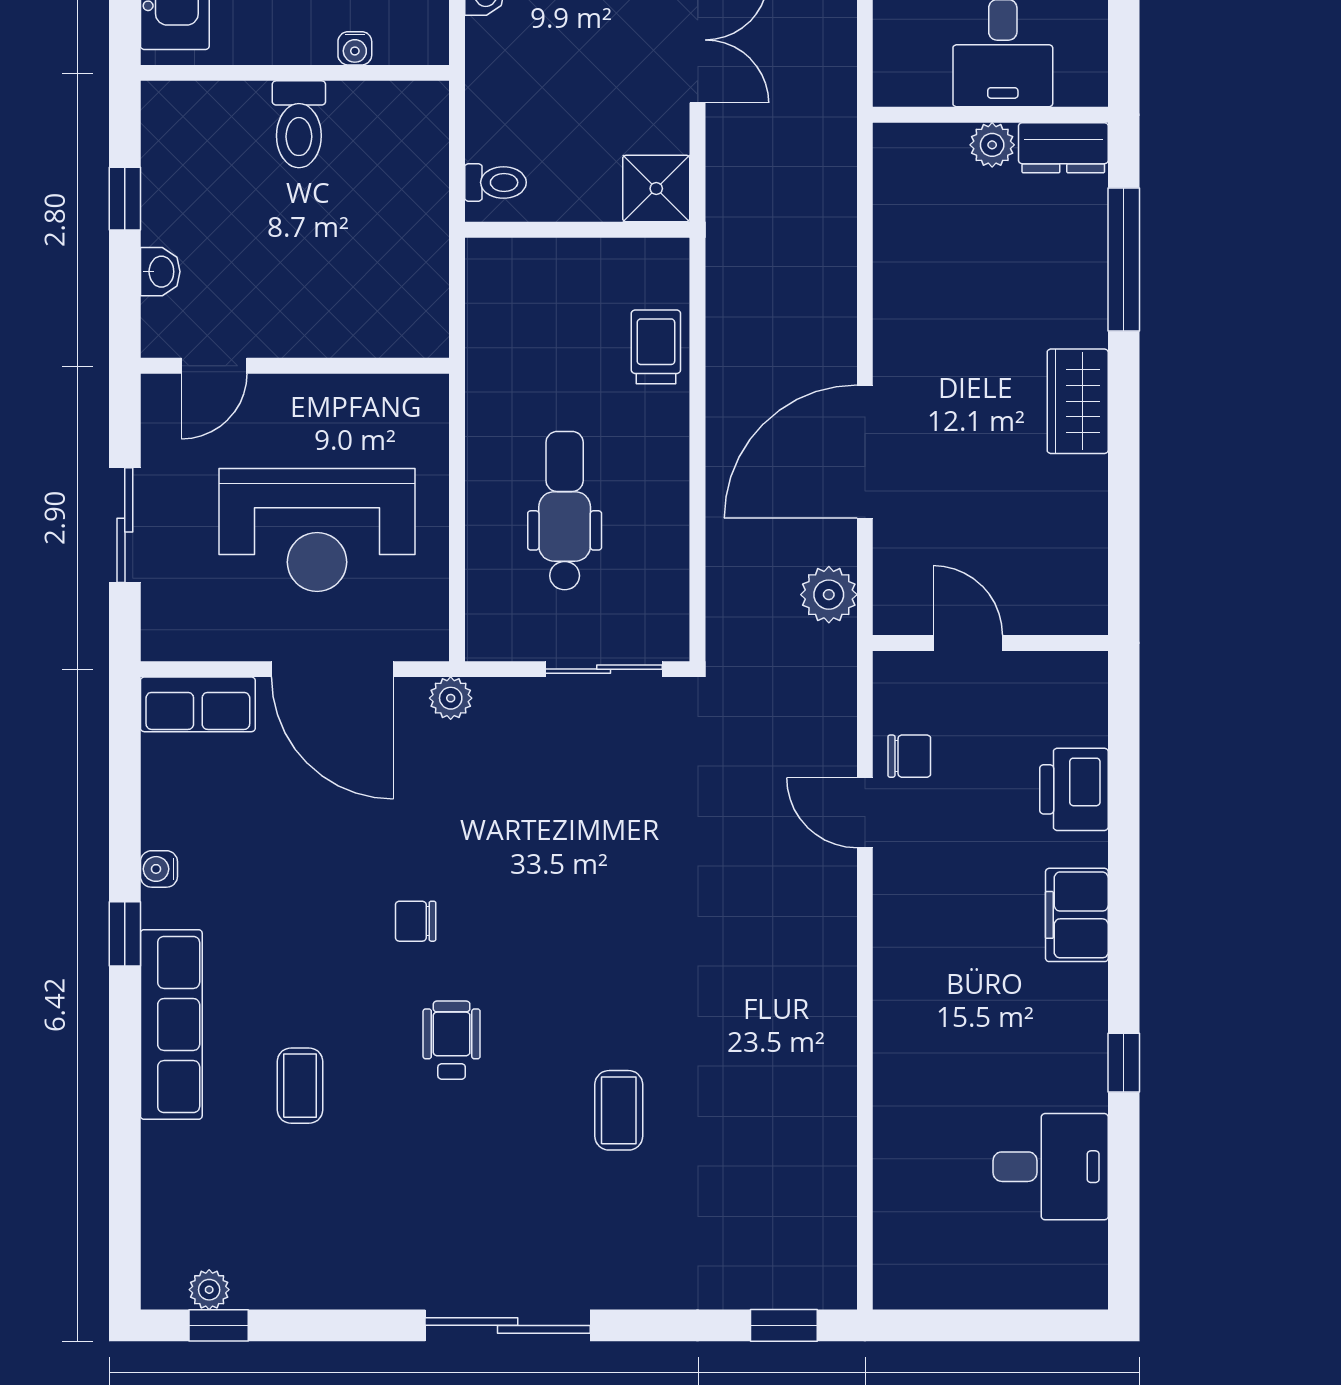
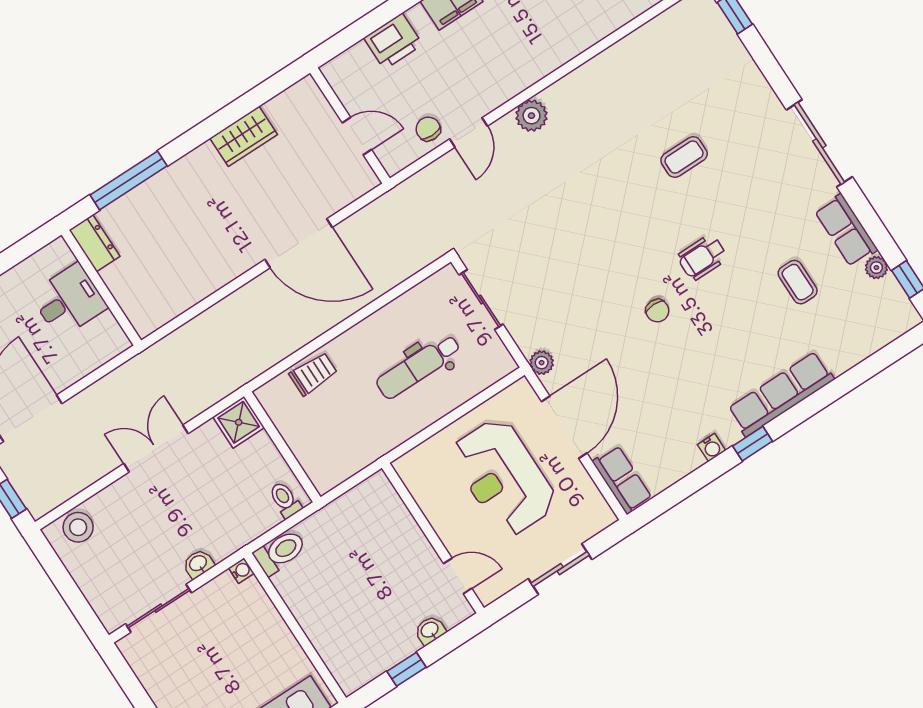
water cooler: (355, 48) -> (241, 571), moved
toilet: (299, 124) -> (280, 552), moved
plant: (992, 145) -> (115, 278), removed
trolley: (656, 347) -> (313, 374), turned 180
wardrobe: (1078, 401) -> (244, 136), moved
reception desk: (317, 530) -> (503, 477), turned 180
plant: (829, 595) -> (531, 116), moved
door: (968, 643) -> (357, 136), swing flipped
coffee table: (300, 1086) -> (798, 282), moved, turned 90
row of seats: (352, 1281) -> (846, 230), added
plant: (209, 1290) -> (876, 268), moved

